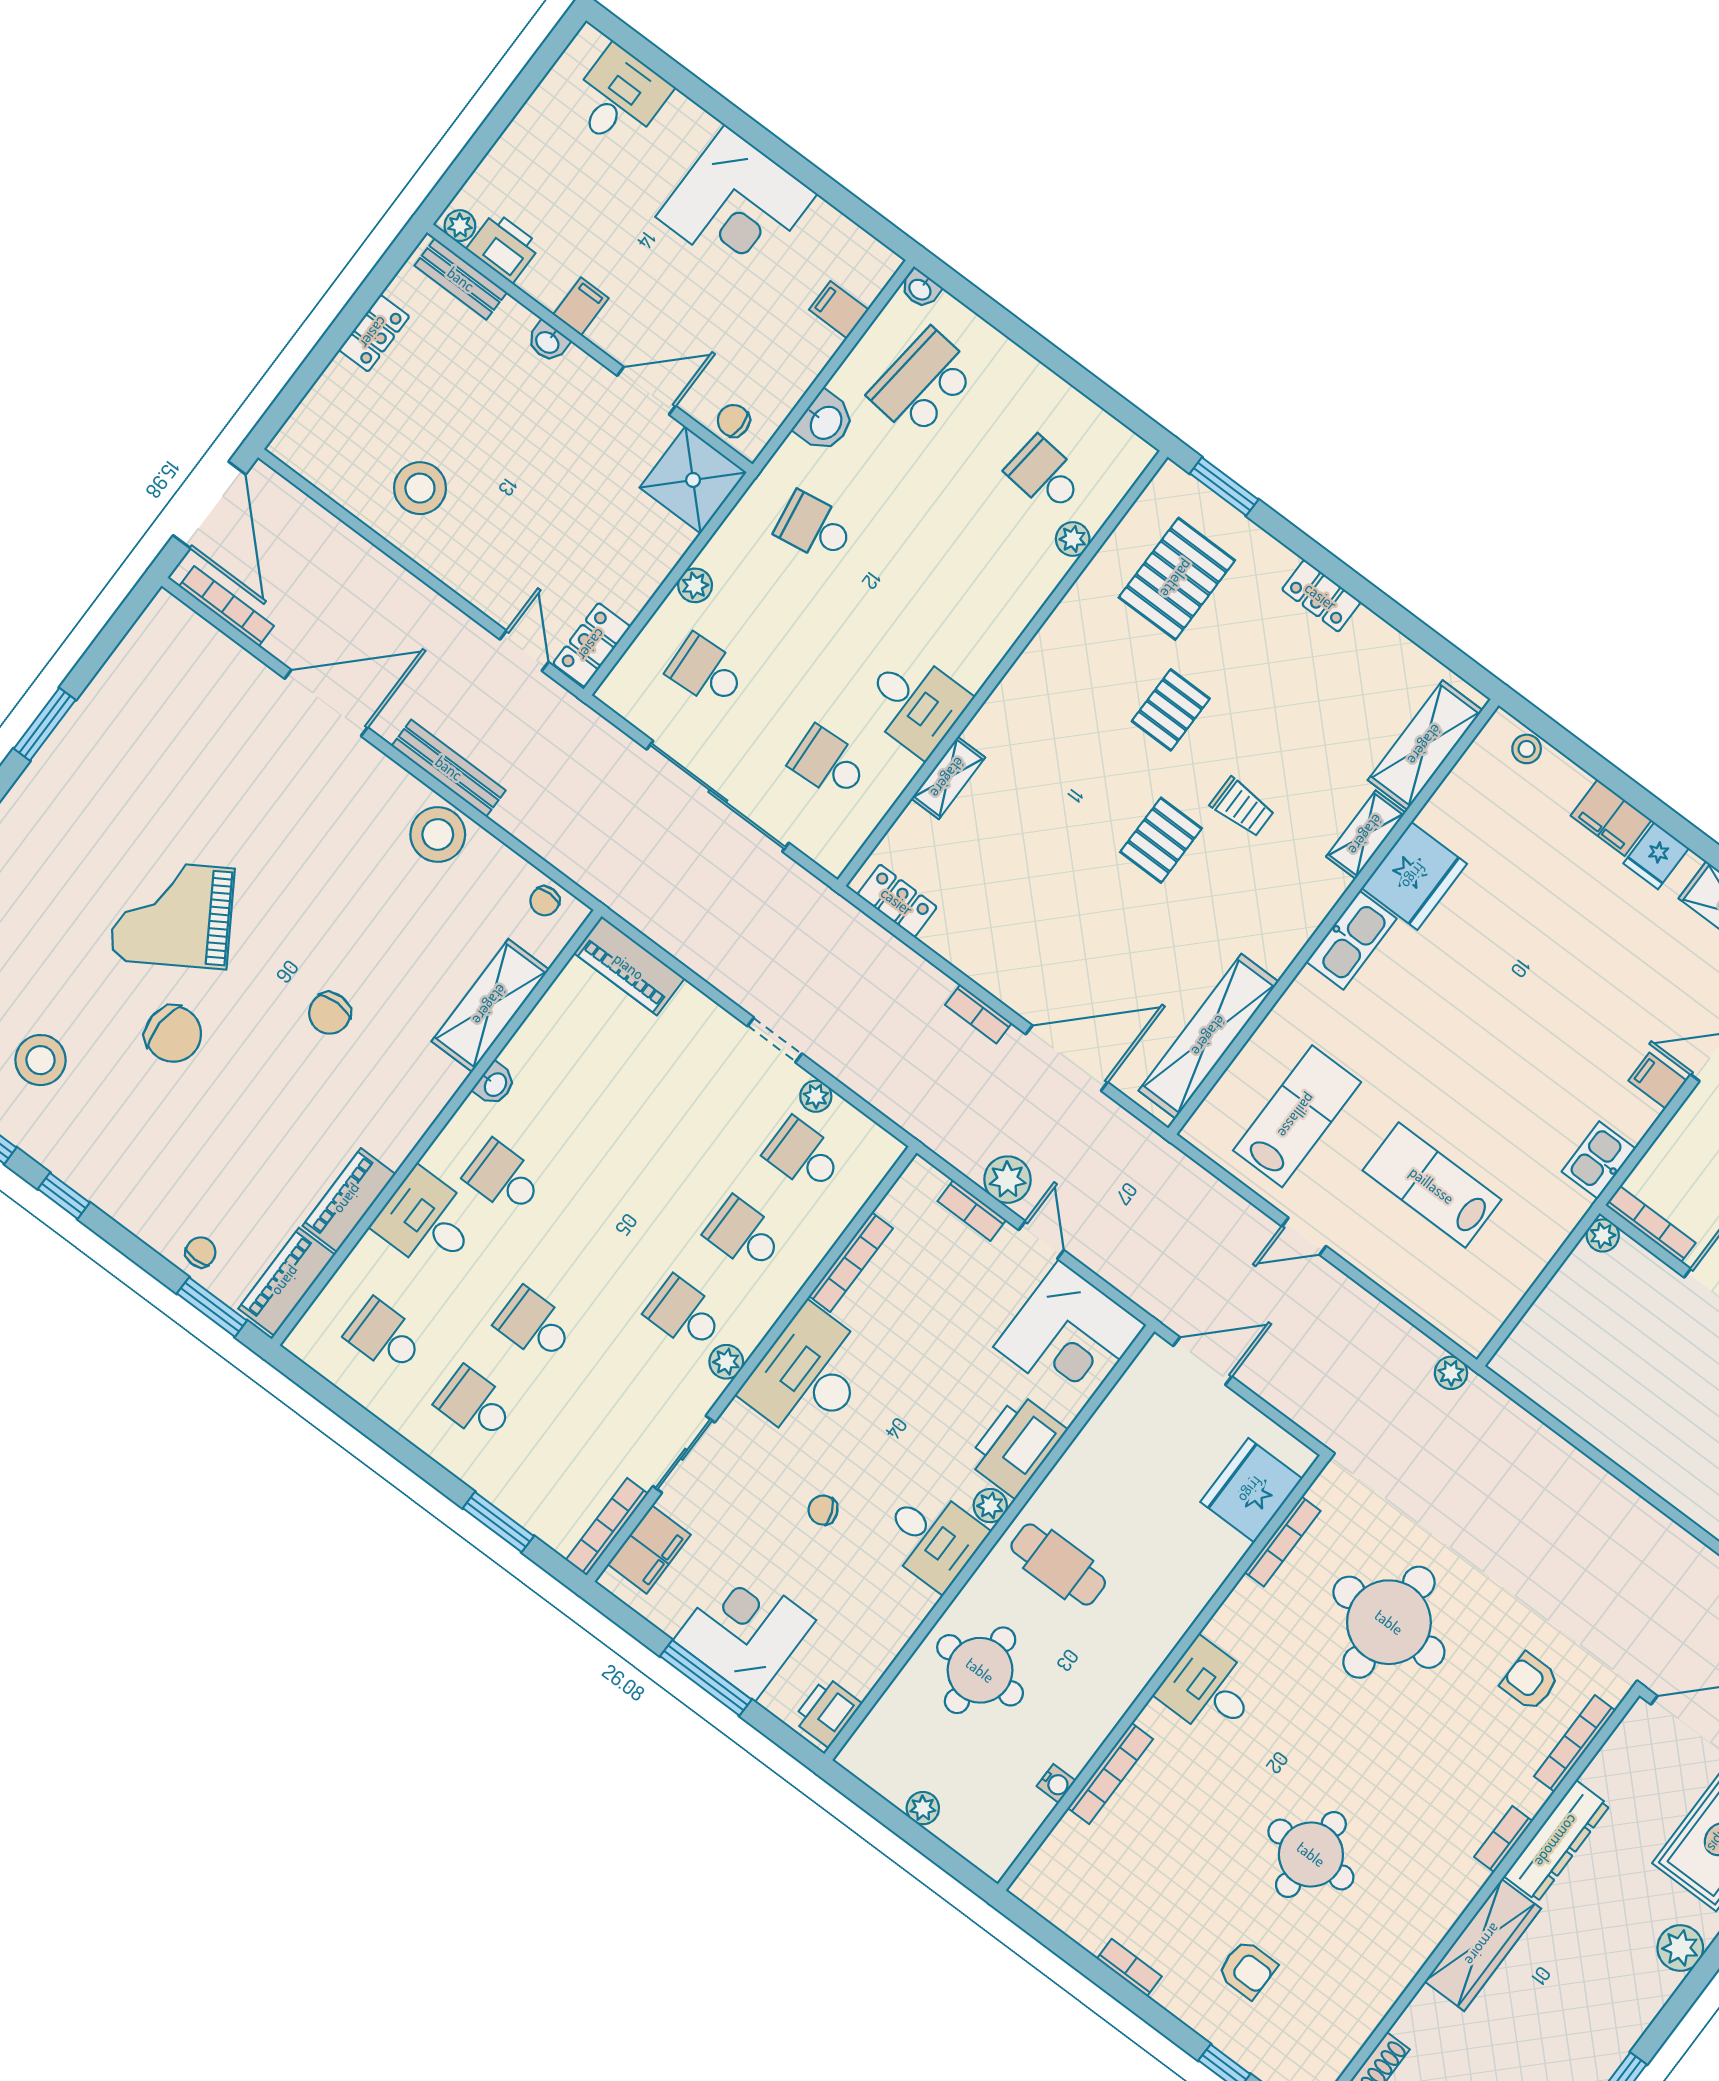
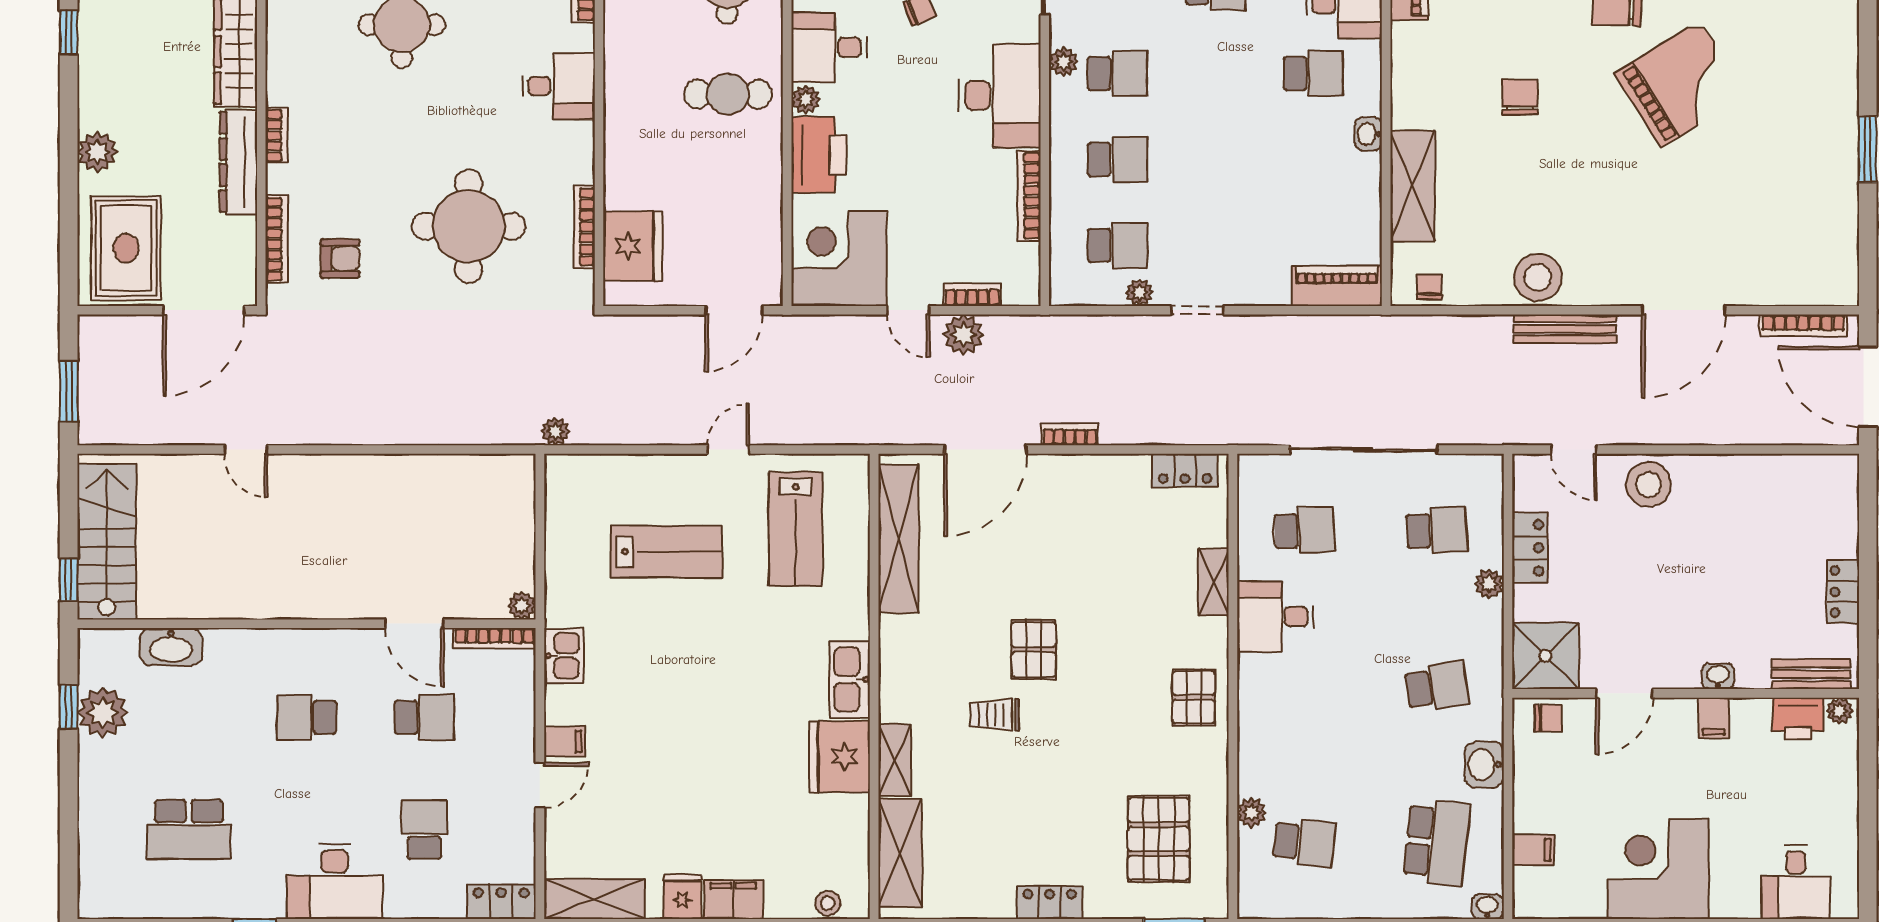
stool: (420, 488) -> (1649, 484), moved
locker: (592, 645) -> (1530, 548), moved
pallet: (1171, 710) -> (1194, 697), moved

